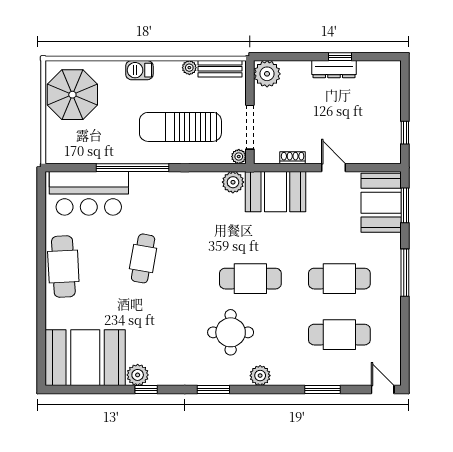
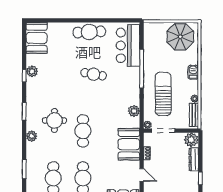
dresser: (334, 69) -> (194, 159), moved
door: (333, 168) -> (142, 175), hinge flipped
plant: (233, 182) -> (134, 111), moved
booth: (85, 358) -> (37, 38), width x0.73, depth x0.70

